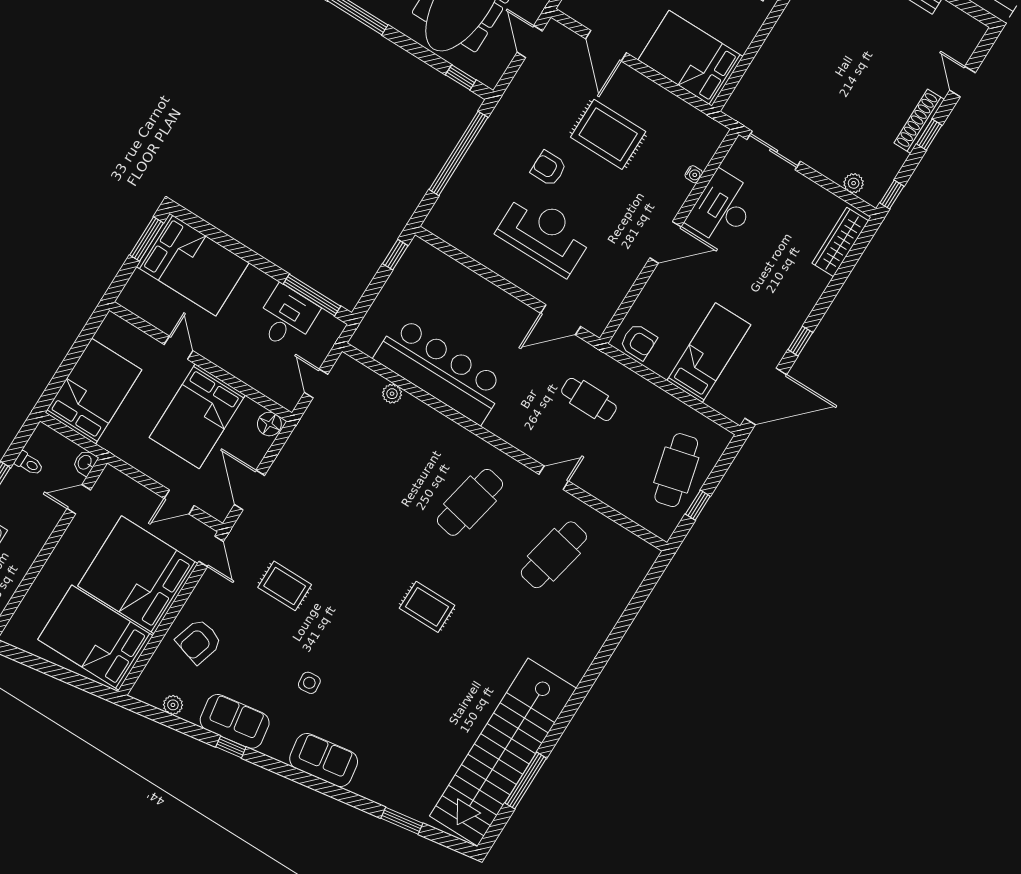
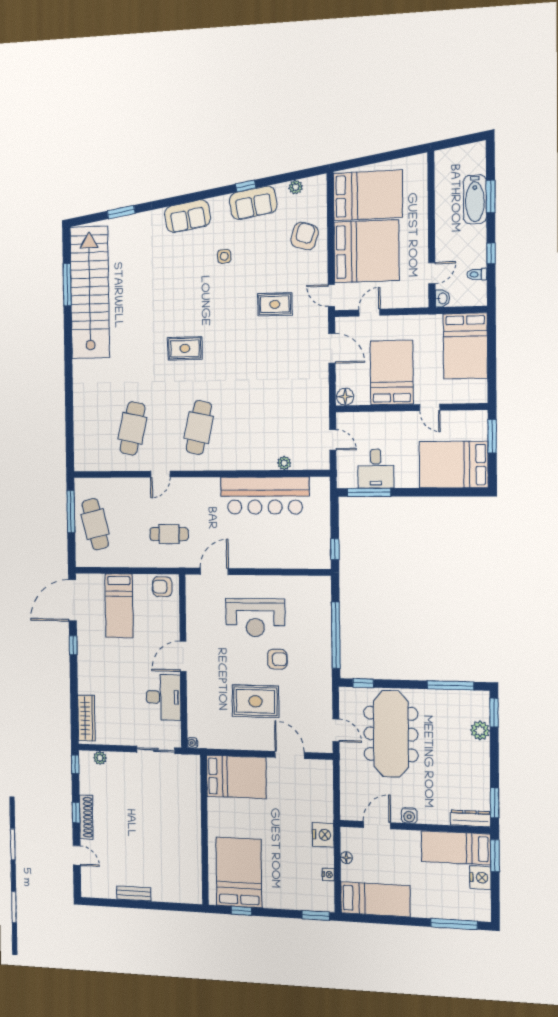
water cooler: (694, 174) -> (192, 743), moved
window: (147, 239) -> (492, 436), moved
window: (698, 505) -> (71, 511), width x2.17

